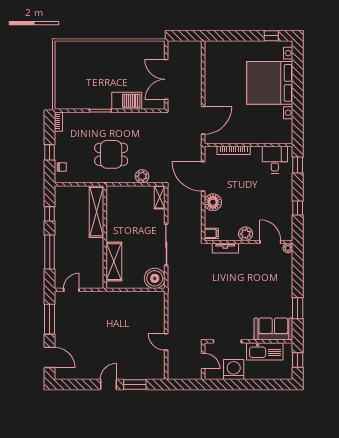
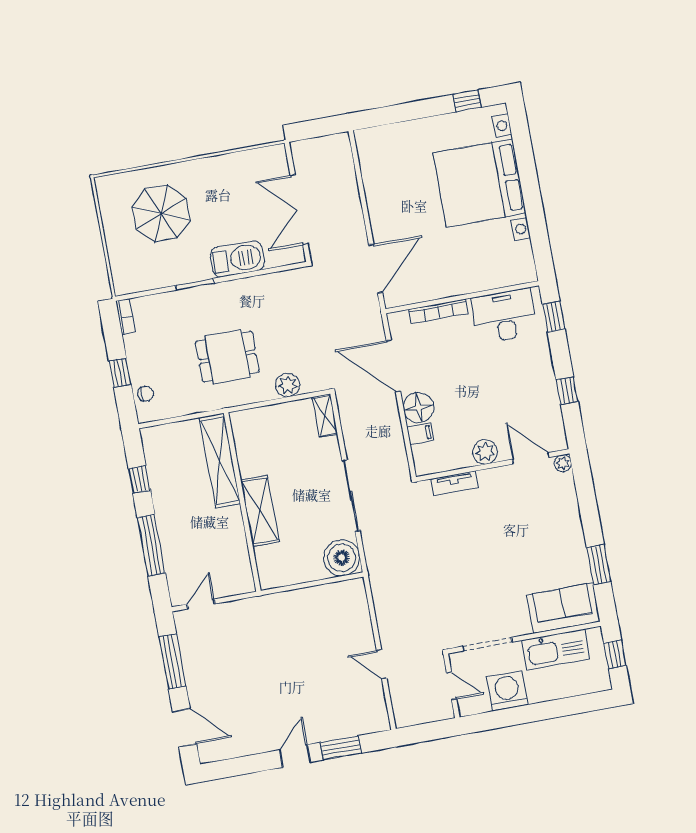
parasol: (89, 68) -> (161, 214), added
desk: (275, 160) -> (504, 316), width x1.37
filing cabinet: (211, 233) -> (420, 434), moved
shelving: (114, 262) -> (260, 511), moved

